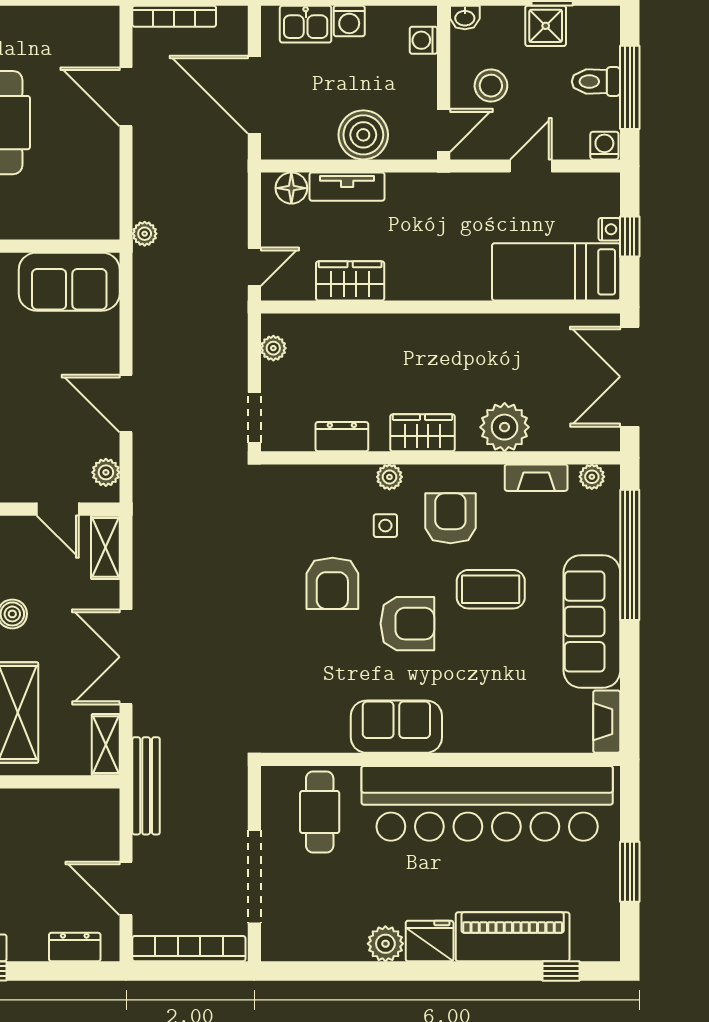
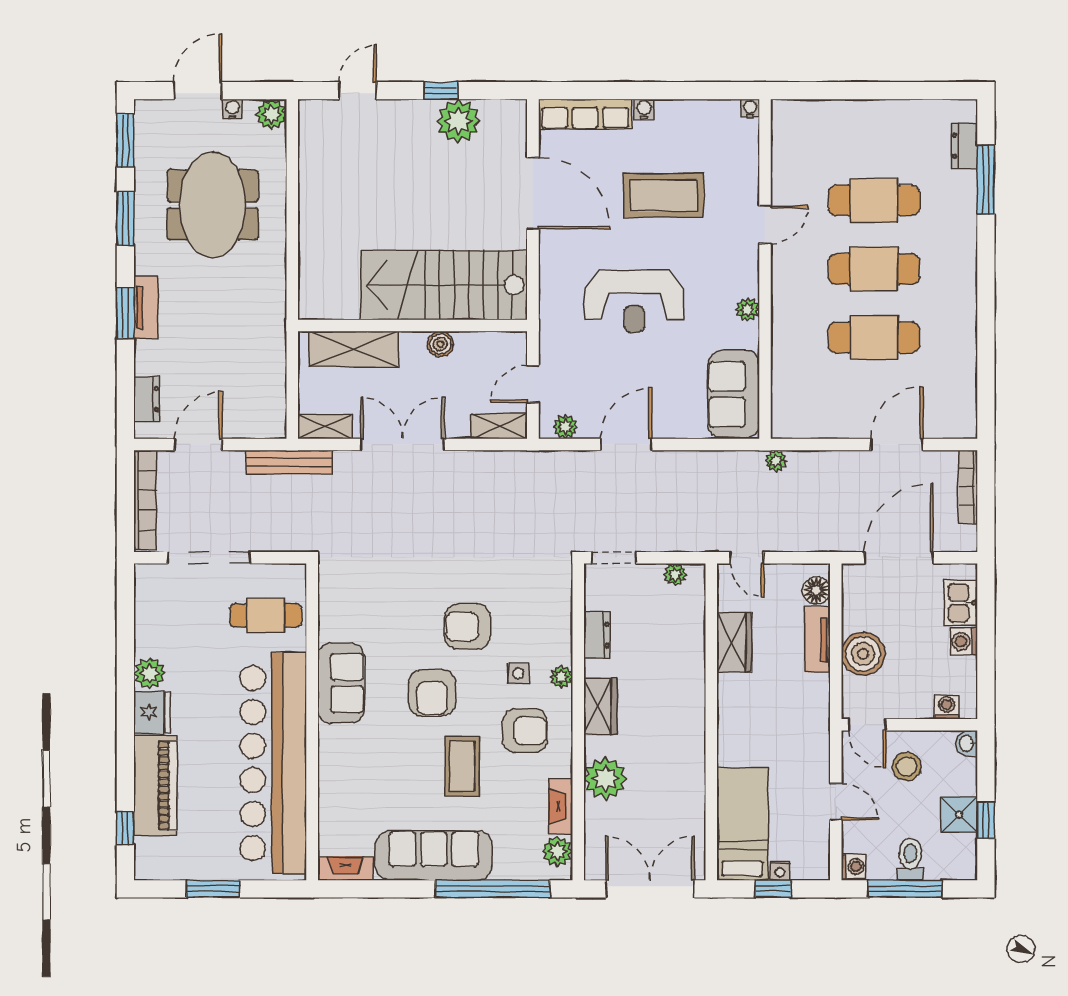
plant: (592, 477) -> (557, 851), width x1.38, depth x1.38

